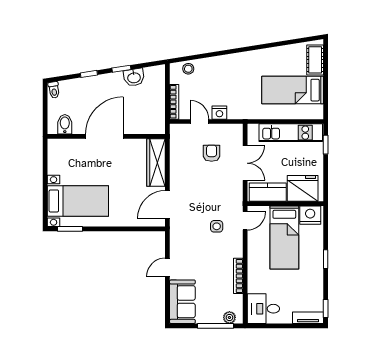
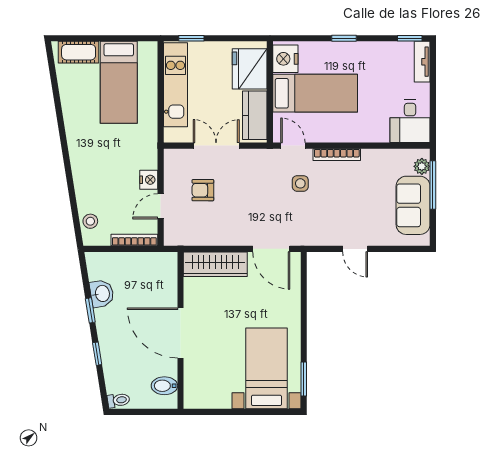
bookcase: (238, 276) -> (337, 155), moved
sofa: (182, 302) -> (413, 205), moved, turned -90

